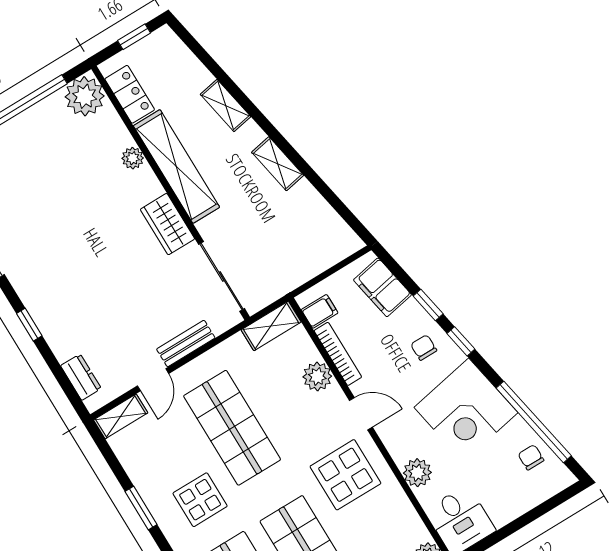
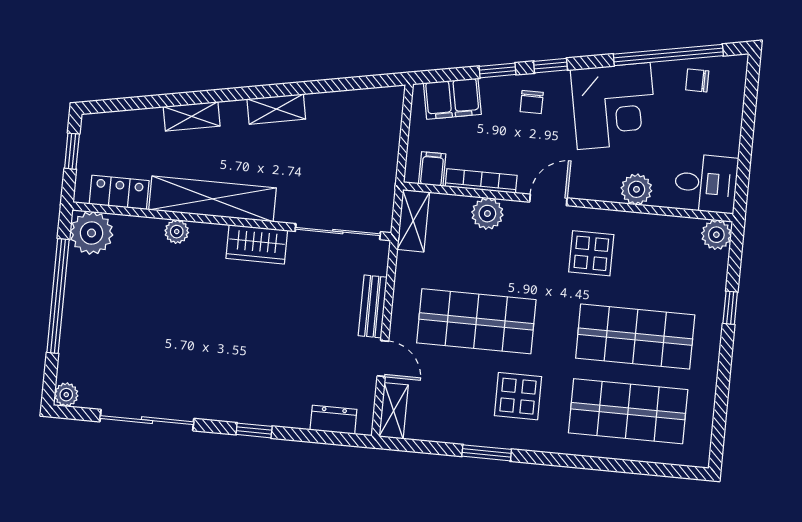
chair: (424, 347) -> (532, 102), turned -90
display table: (345, 475) -> (591, 253), width x0.73, depth x0.73

